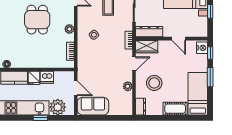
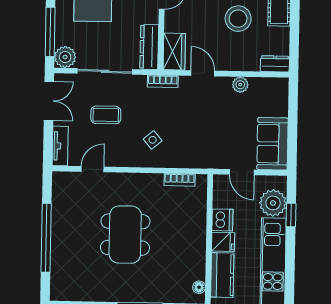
dining table: (37, 20) -> (125, 235), width x1.38
plant: (69, 29) -> (142, 181), removed
stool: (154, 83) -> (238, 19), moved
door: (76, 88) -> (242, 172), swing flipped
window: (40, 118) -> (291, 215), moved

